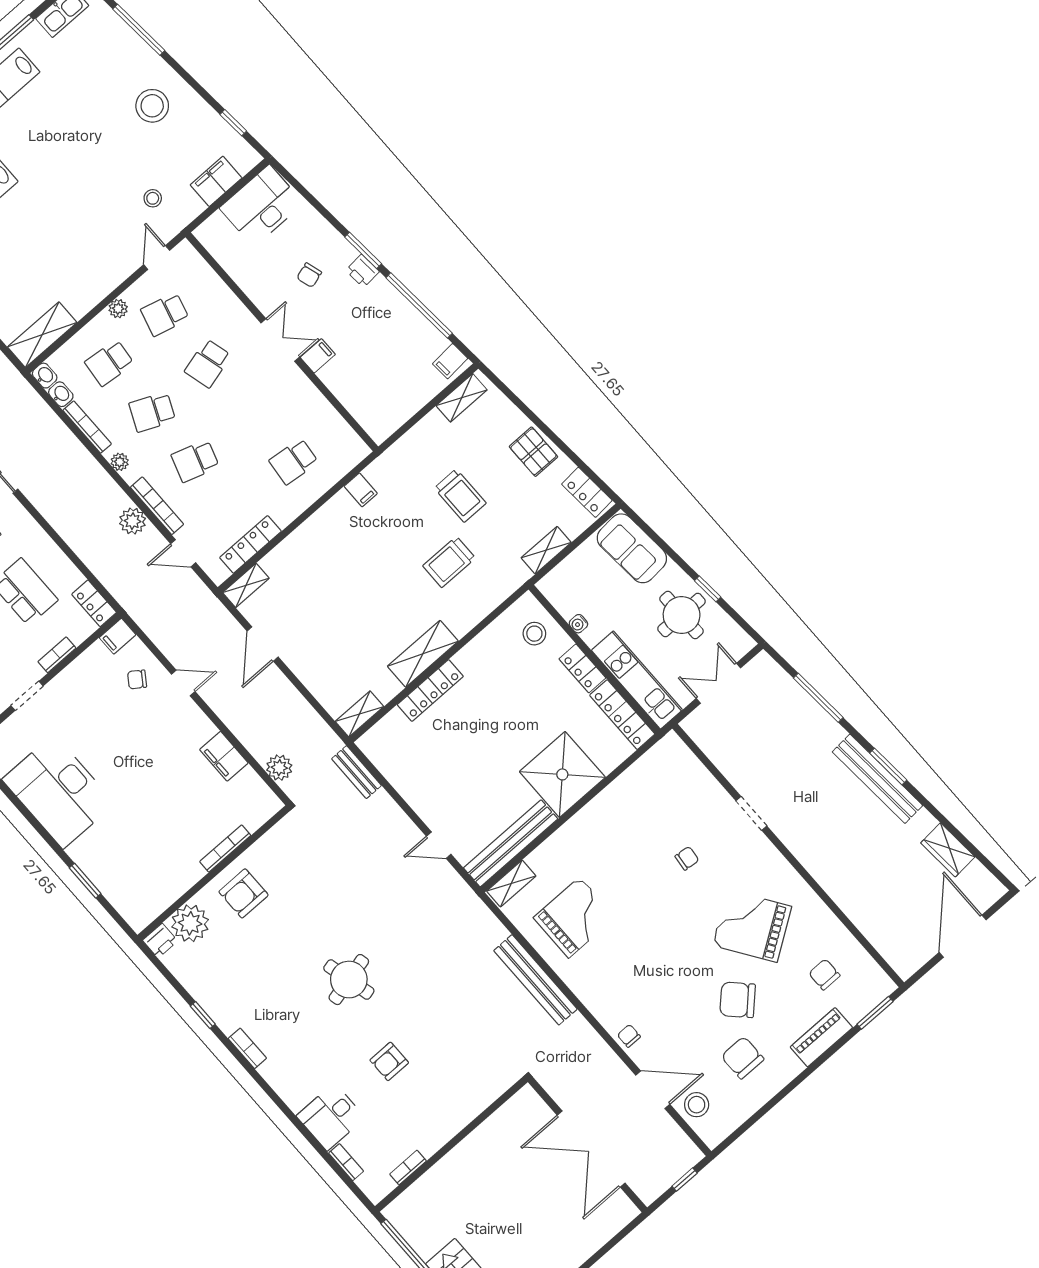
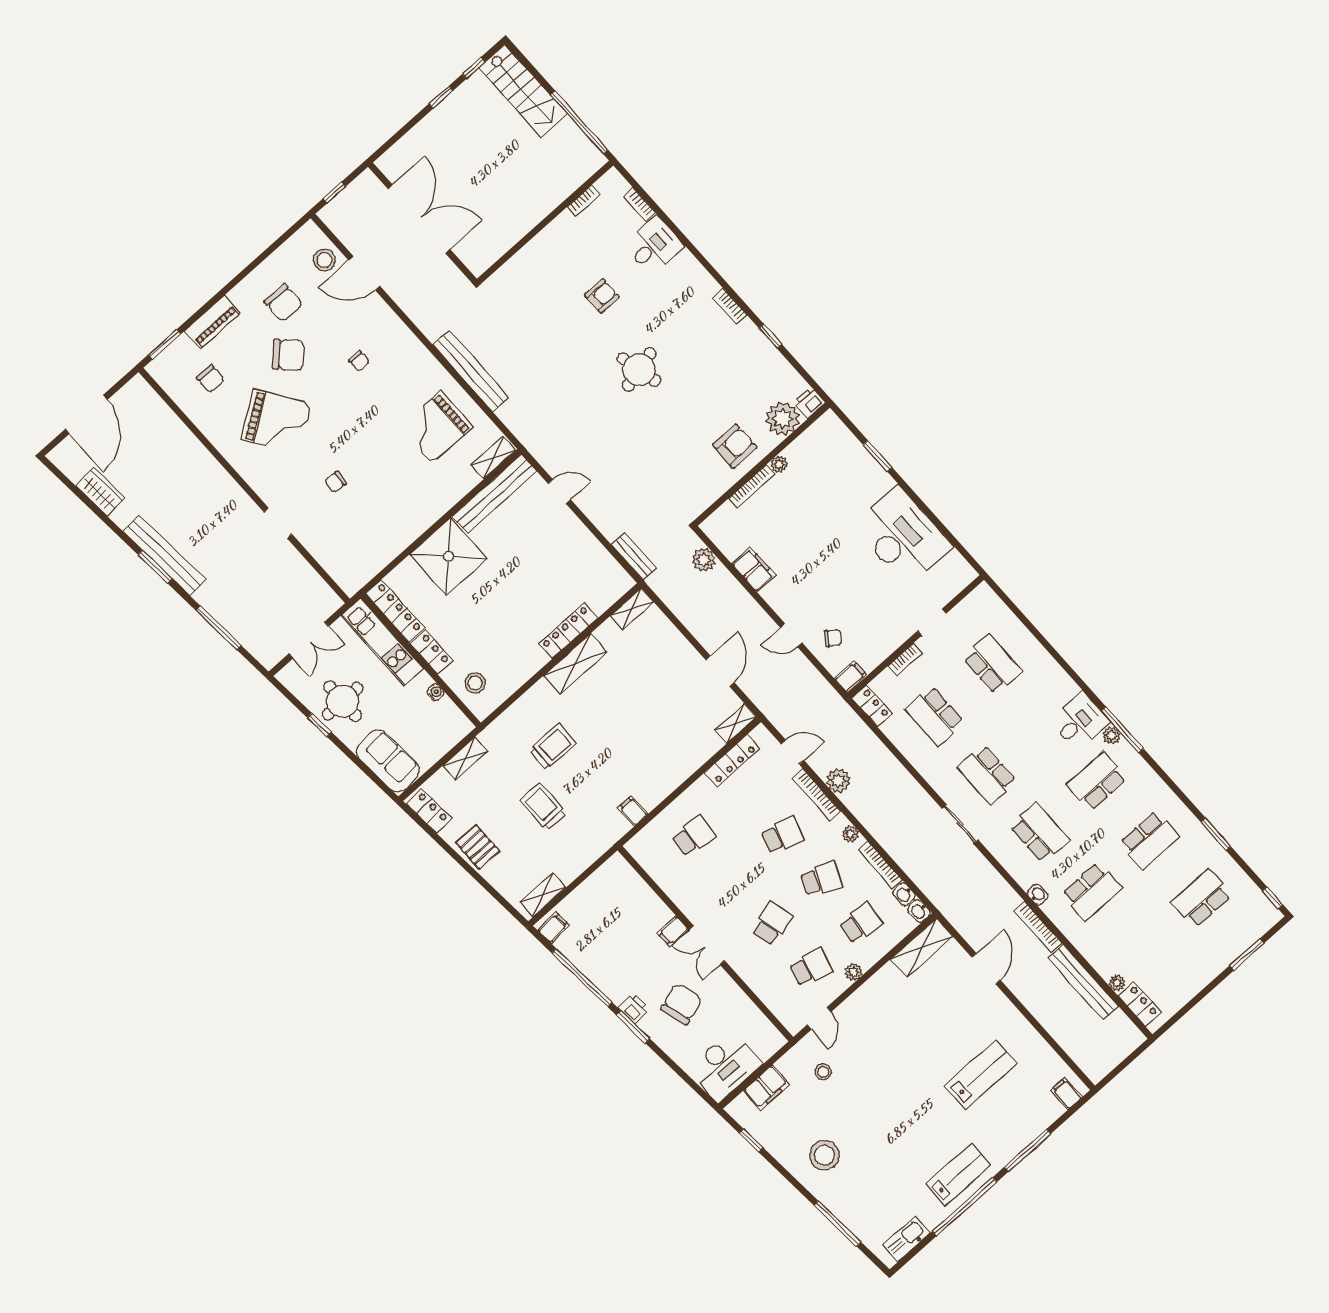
chair: (309, 275) -> (681, 1004), width x1.87, depth x1.87
plant: (194, 873) -> (779, 464), added
chair: (629, 1036) -> (359, 361), moved

